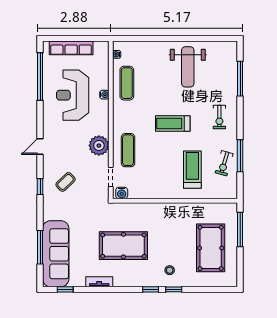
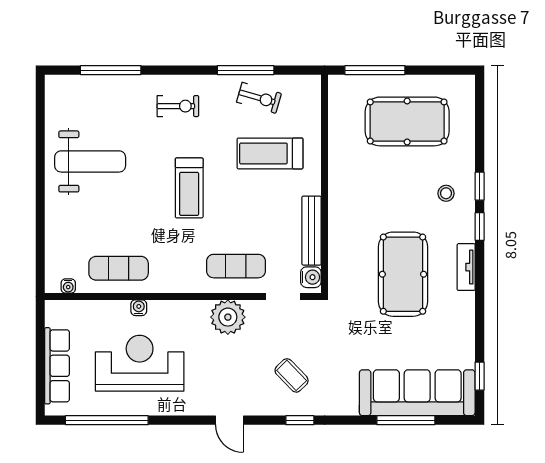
reception desk: (73, 95) -> (140, 363), turned 180
bench: (148, 193) -> (312, 231), added
tv unit: (99, 282) -> (466, 267), moved

